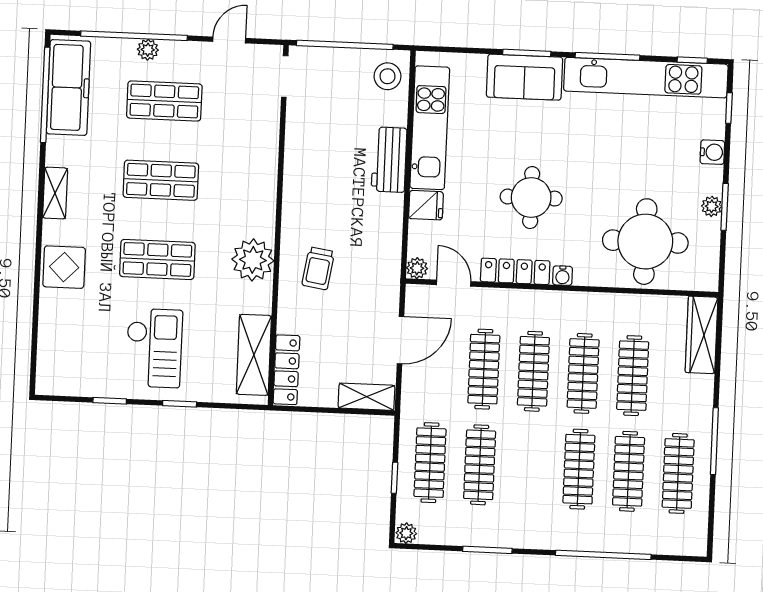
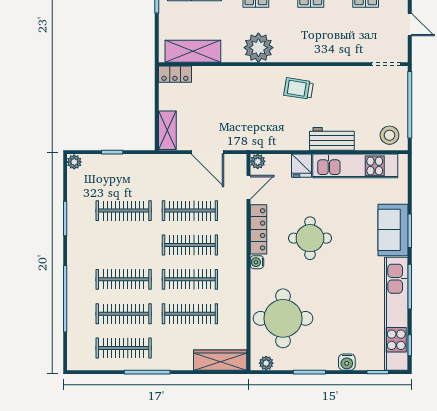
plant: (712, 206) -> (266, 363), moved
trolley: (318, 268) -> (299, 89), moved
locker: (286, 370) -> (175, 74), width x0.66
clothes rail: (430, 463) -> (124, 176), removed

